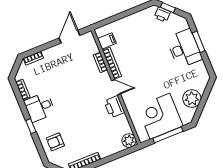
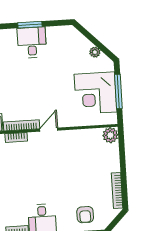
desk: (184, 49) -> (32, 42), width x0.73
plant: (192, 99) -> (95, 52), width x0.53, depth x0.53
printer: (114, 107) -> (69, 139), removed

